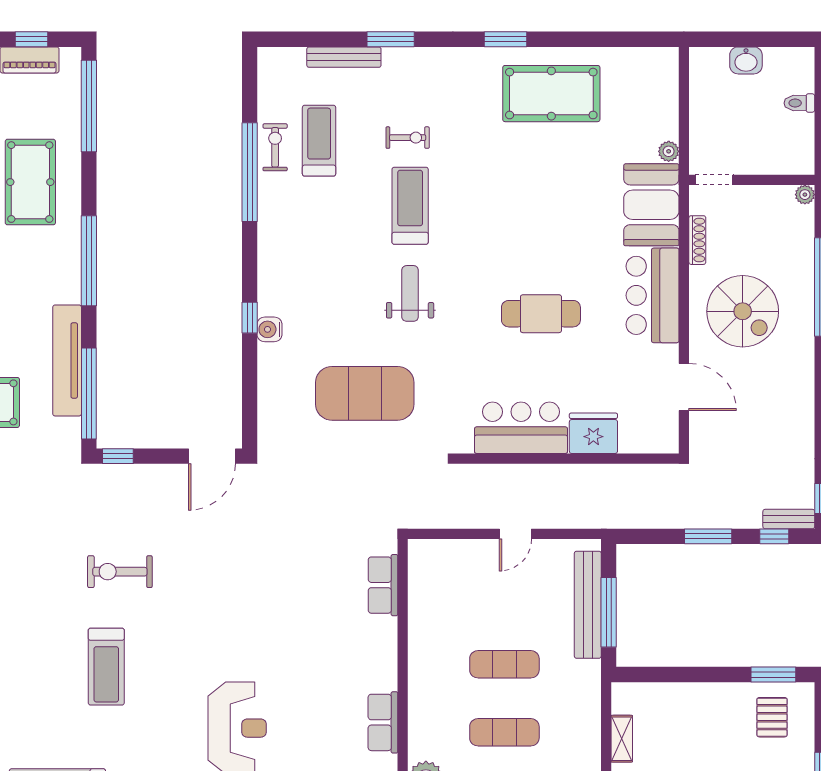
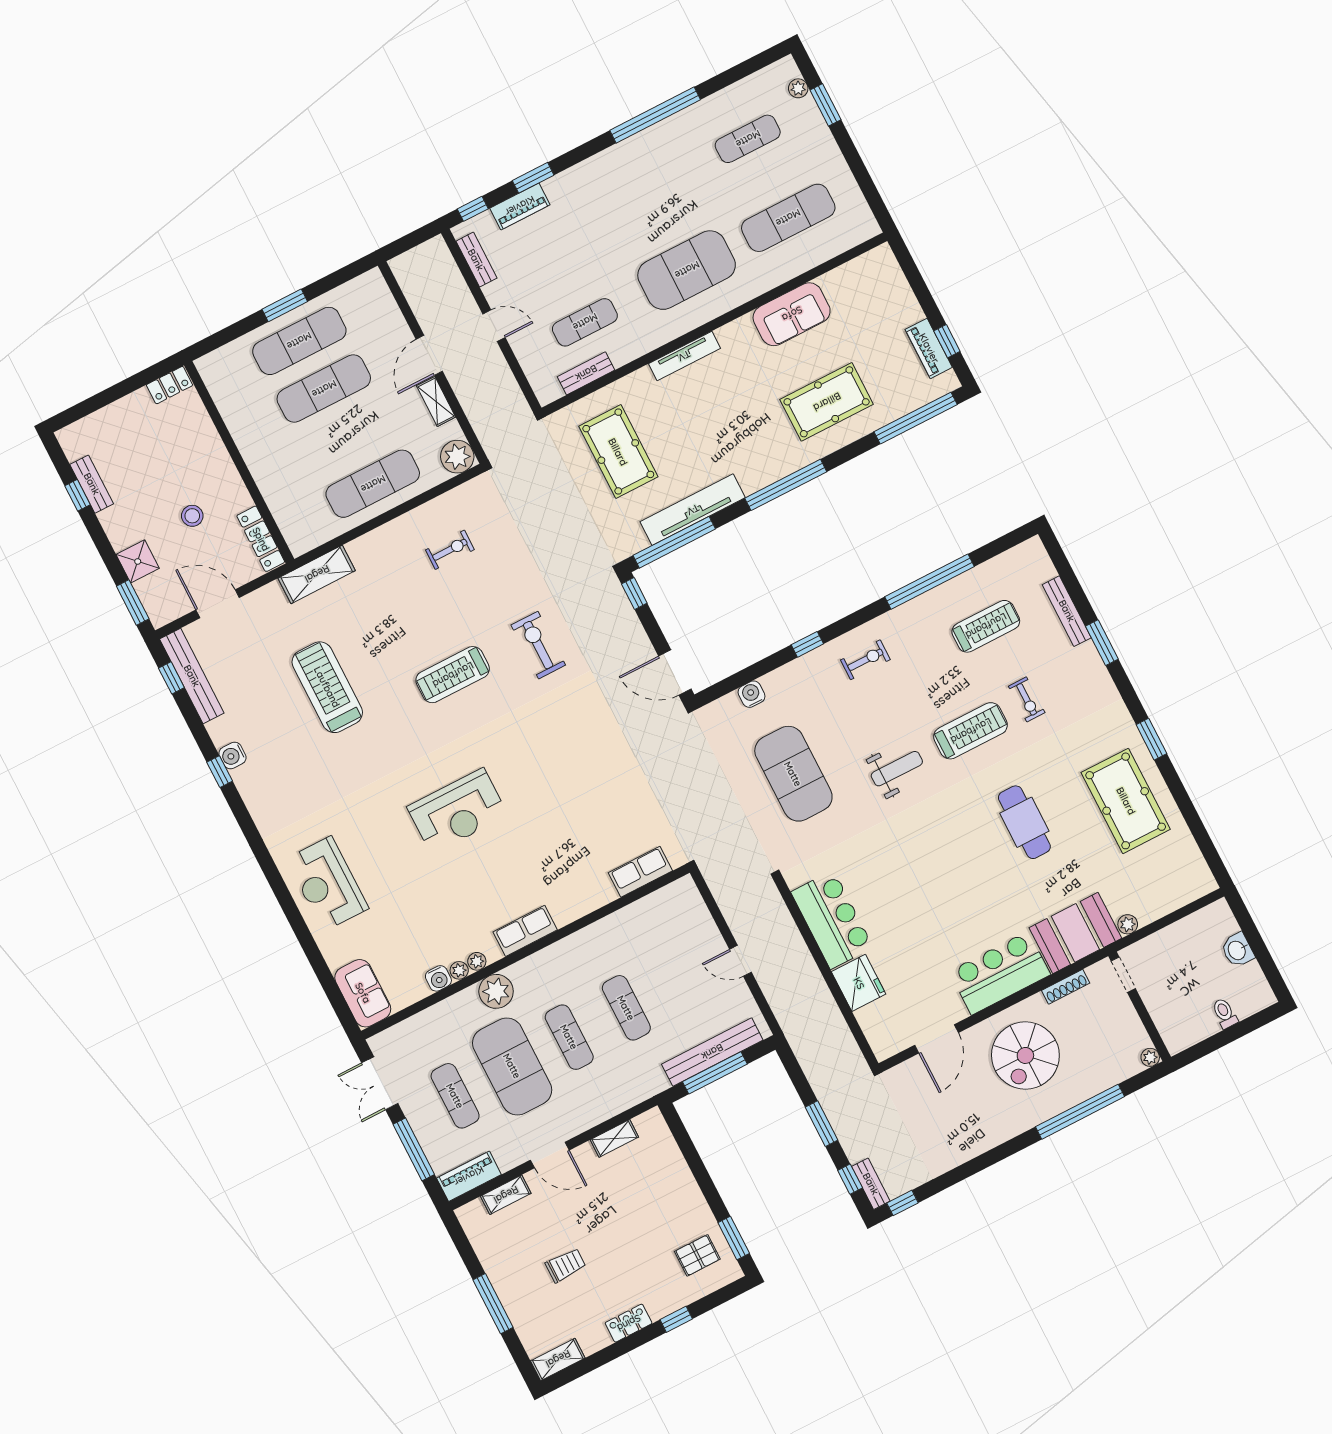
exercise bike: (275, 147) -> (865, 660), moved
cafe table: (541, 314) -> (1024, 822), moved
water cooler: (269, 329) -> (752, 694), moved

